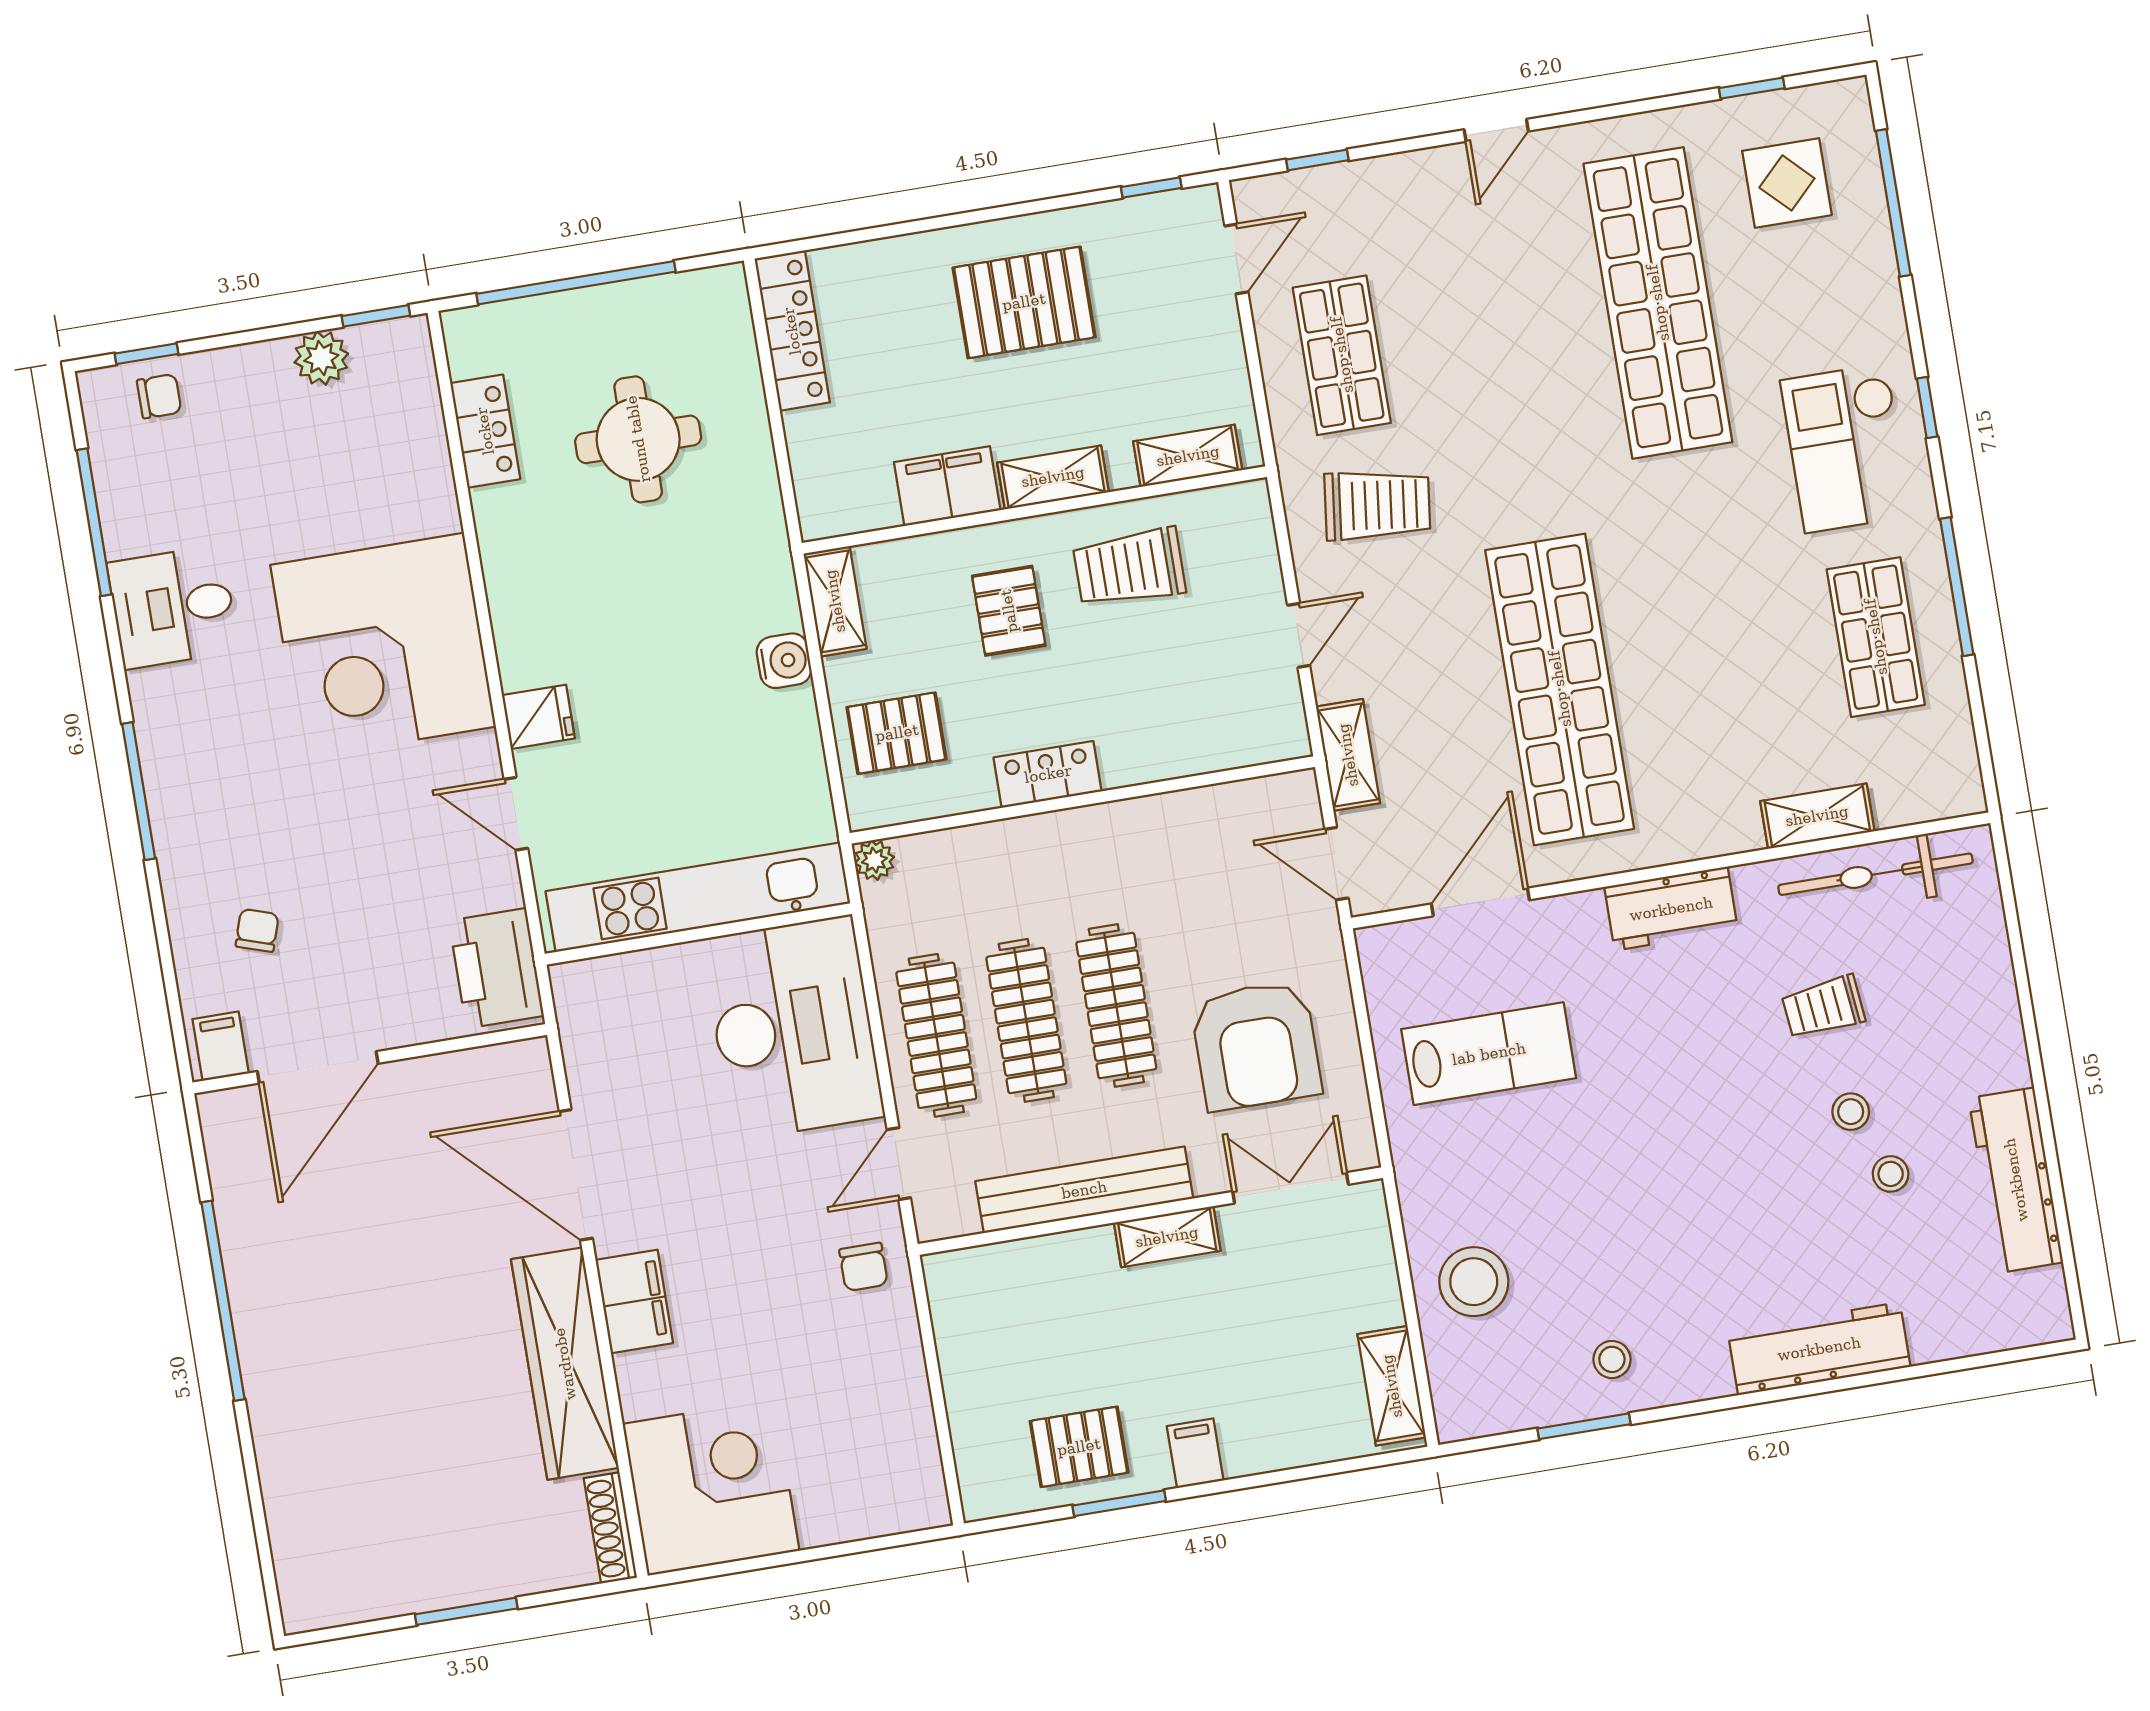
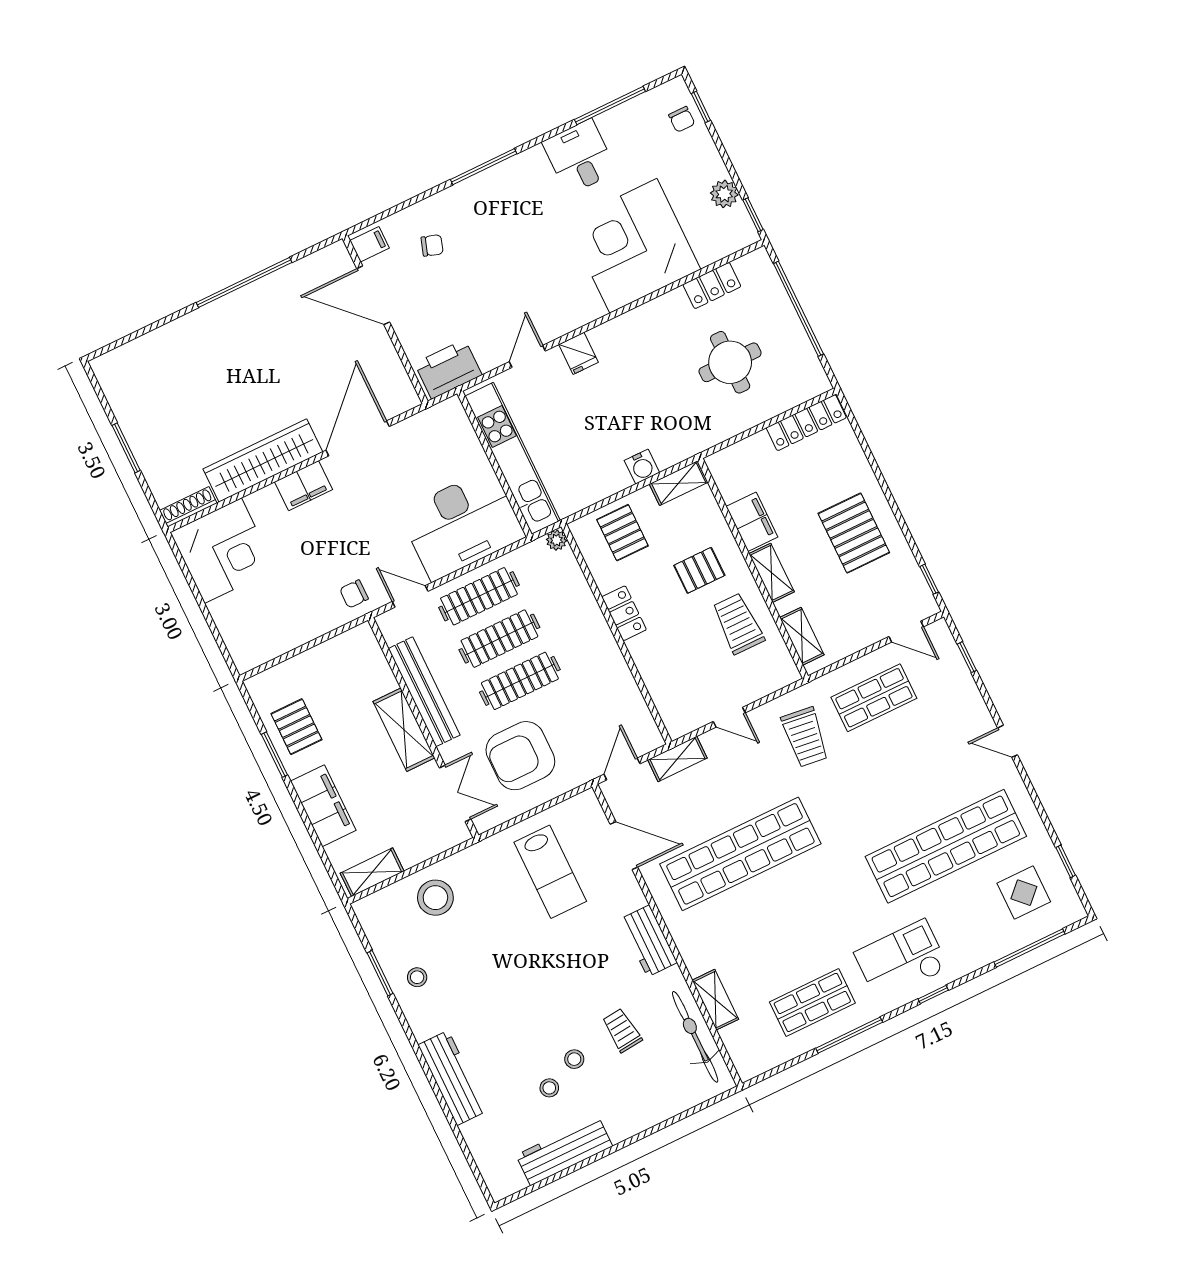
corner desk: (383, 646) -> (633, 246), moved
shelving: (1167, 1237) -> (404, 730), width x1.50, depth x1.33
filing cabinet: (1195, 1453) -> (323, 806), width x3.00, depth x1.17

